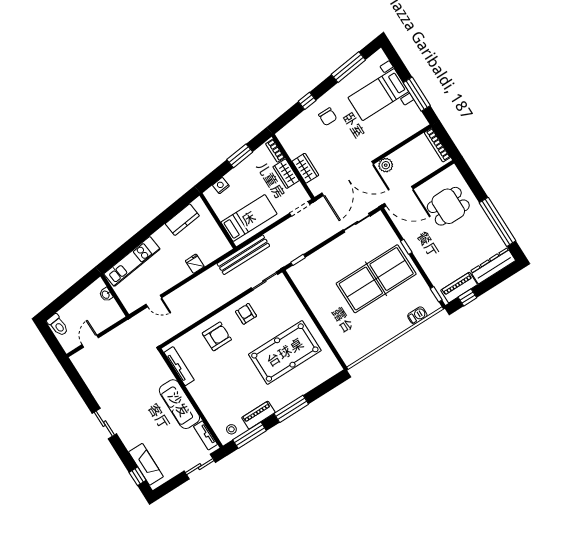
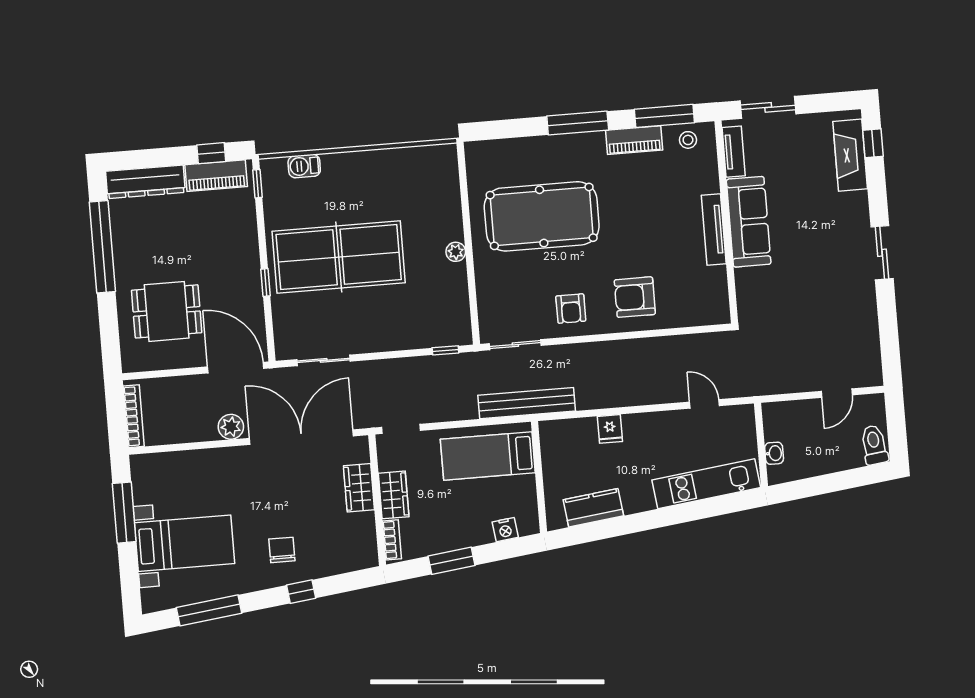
plant: (319, 312) -> (456, 252), added
tv unit: (179, 366) -> (714, 229), moved

